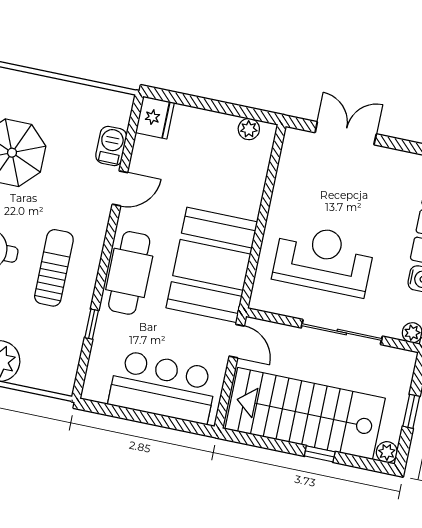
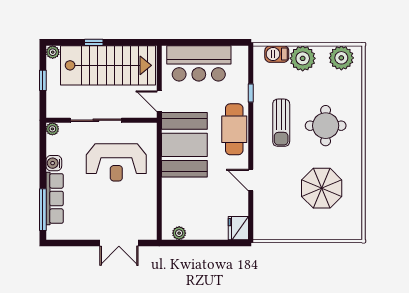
barbecue: (111, 146) -> (277, 54), moved, turned 90
door: (120, 188) -> (251, 180), hinge flipped

